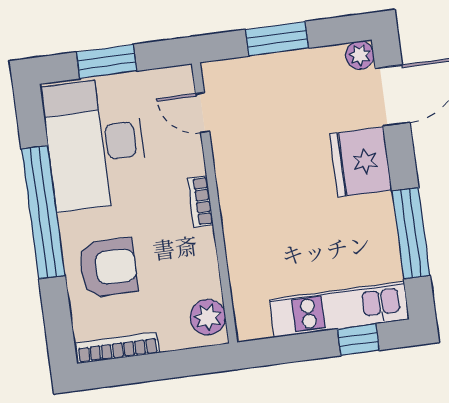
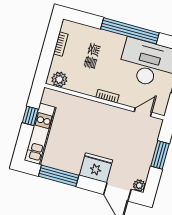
armchair: (108, 268) -> (96, 48), removed
window: (358, 340) -> (30, 116), moved
bookcase: (117, 348) -> (61, 44), width x0.64

